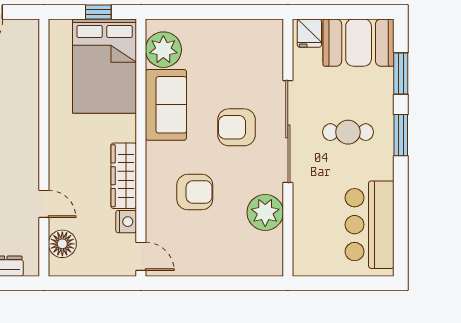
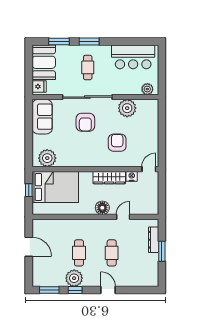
sofa: (166, 105) -> (42, 117), moved, turned 90
floor lamp: (62, 244) -> (102, 208), moved
plant: (304, 253) -> (147, 89), added

